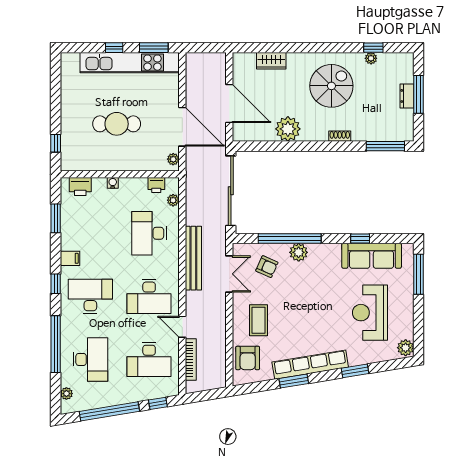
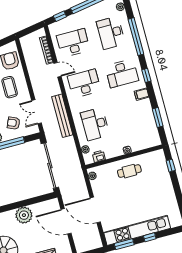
cafe table: (117, 124) -> (129, 171), moved, width x0.73, depth x0.74
door: (182, 127) -> (95, 210), moved
printer: (80, 187) -> (147, 142), removed
desk: (149, 233) -> (95, 124), turned 180

